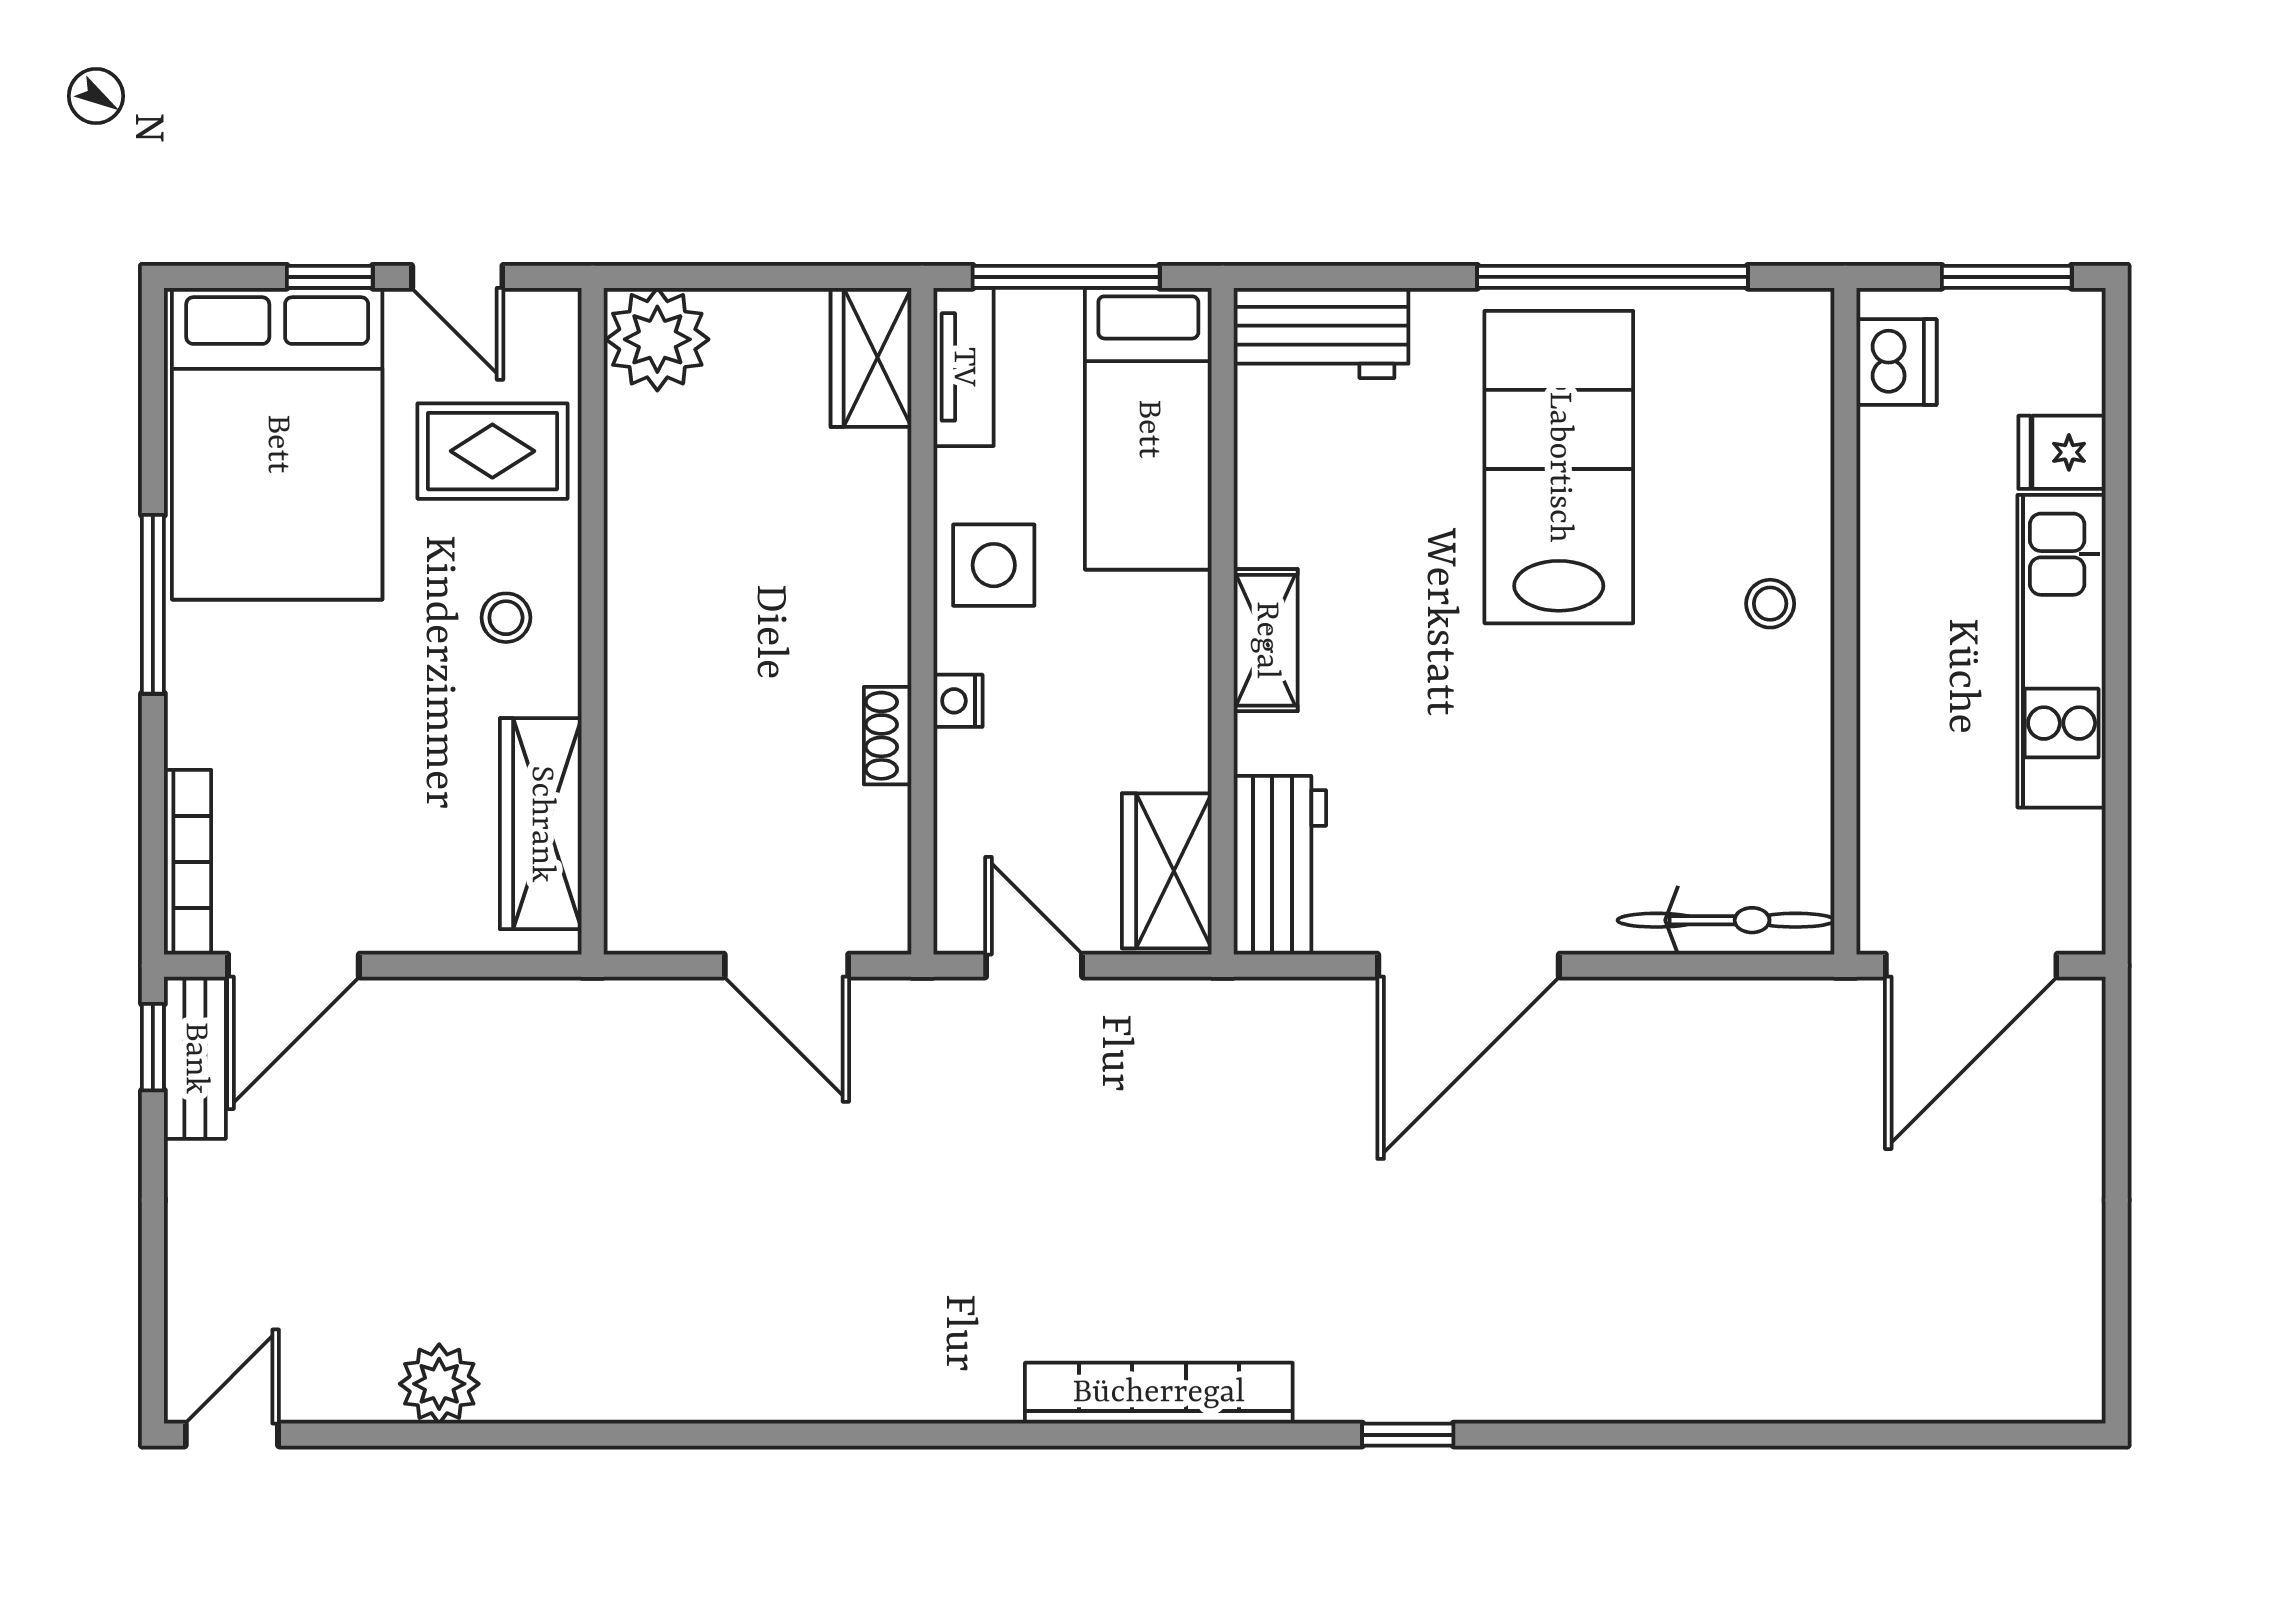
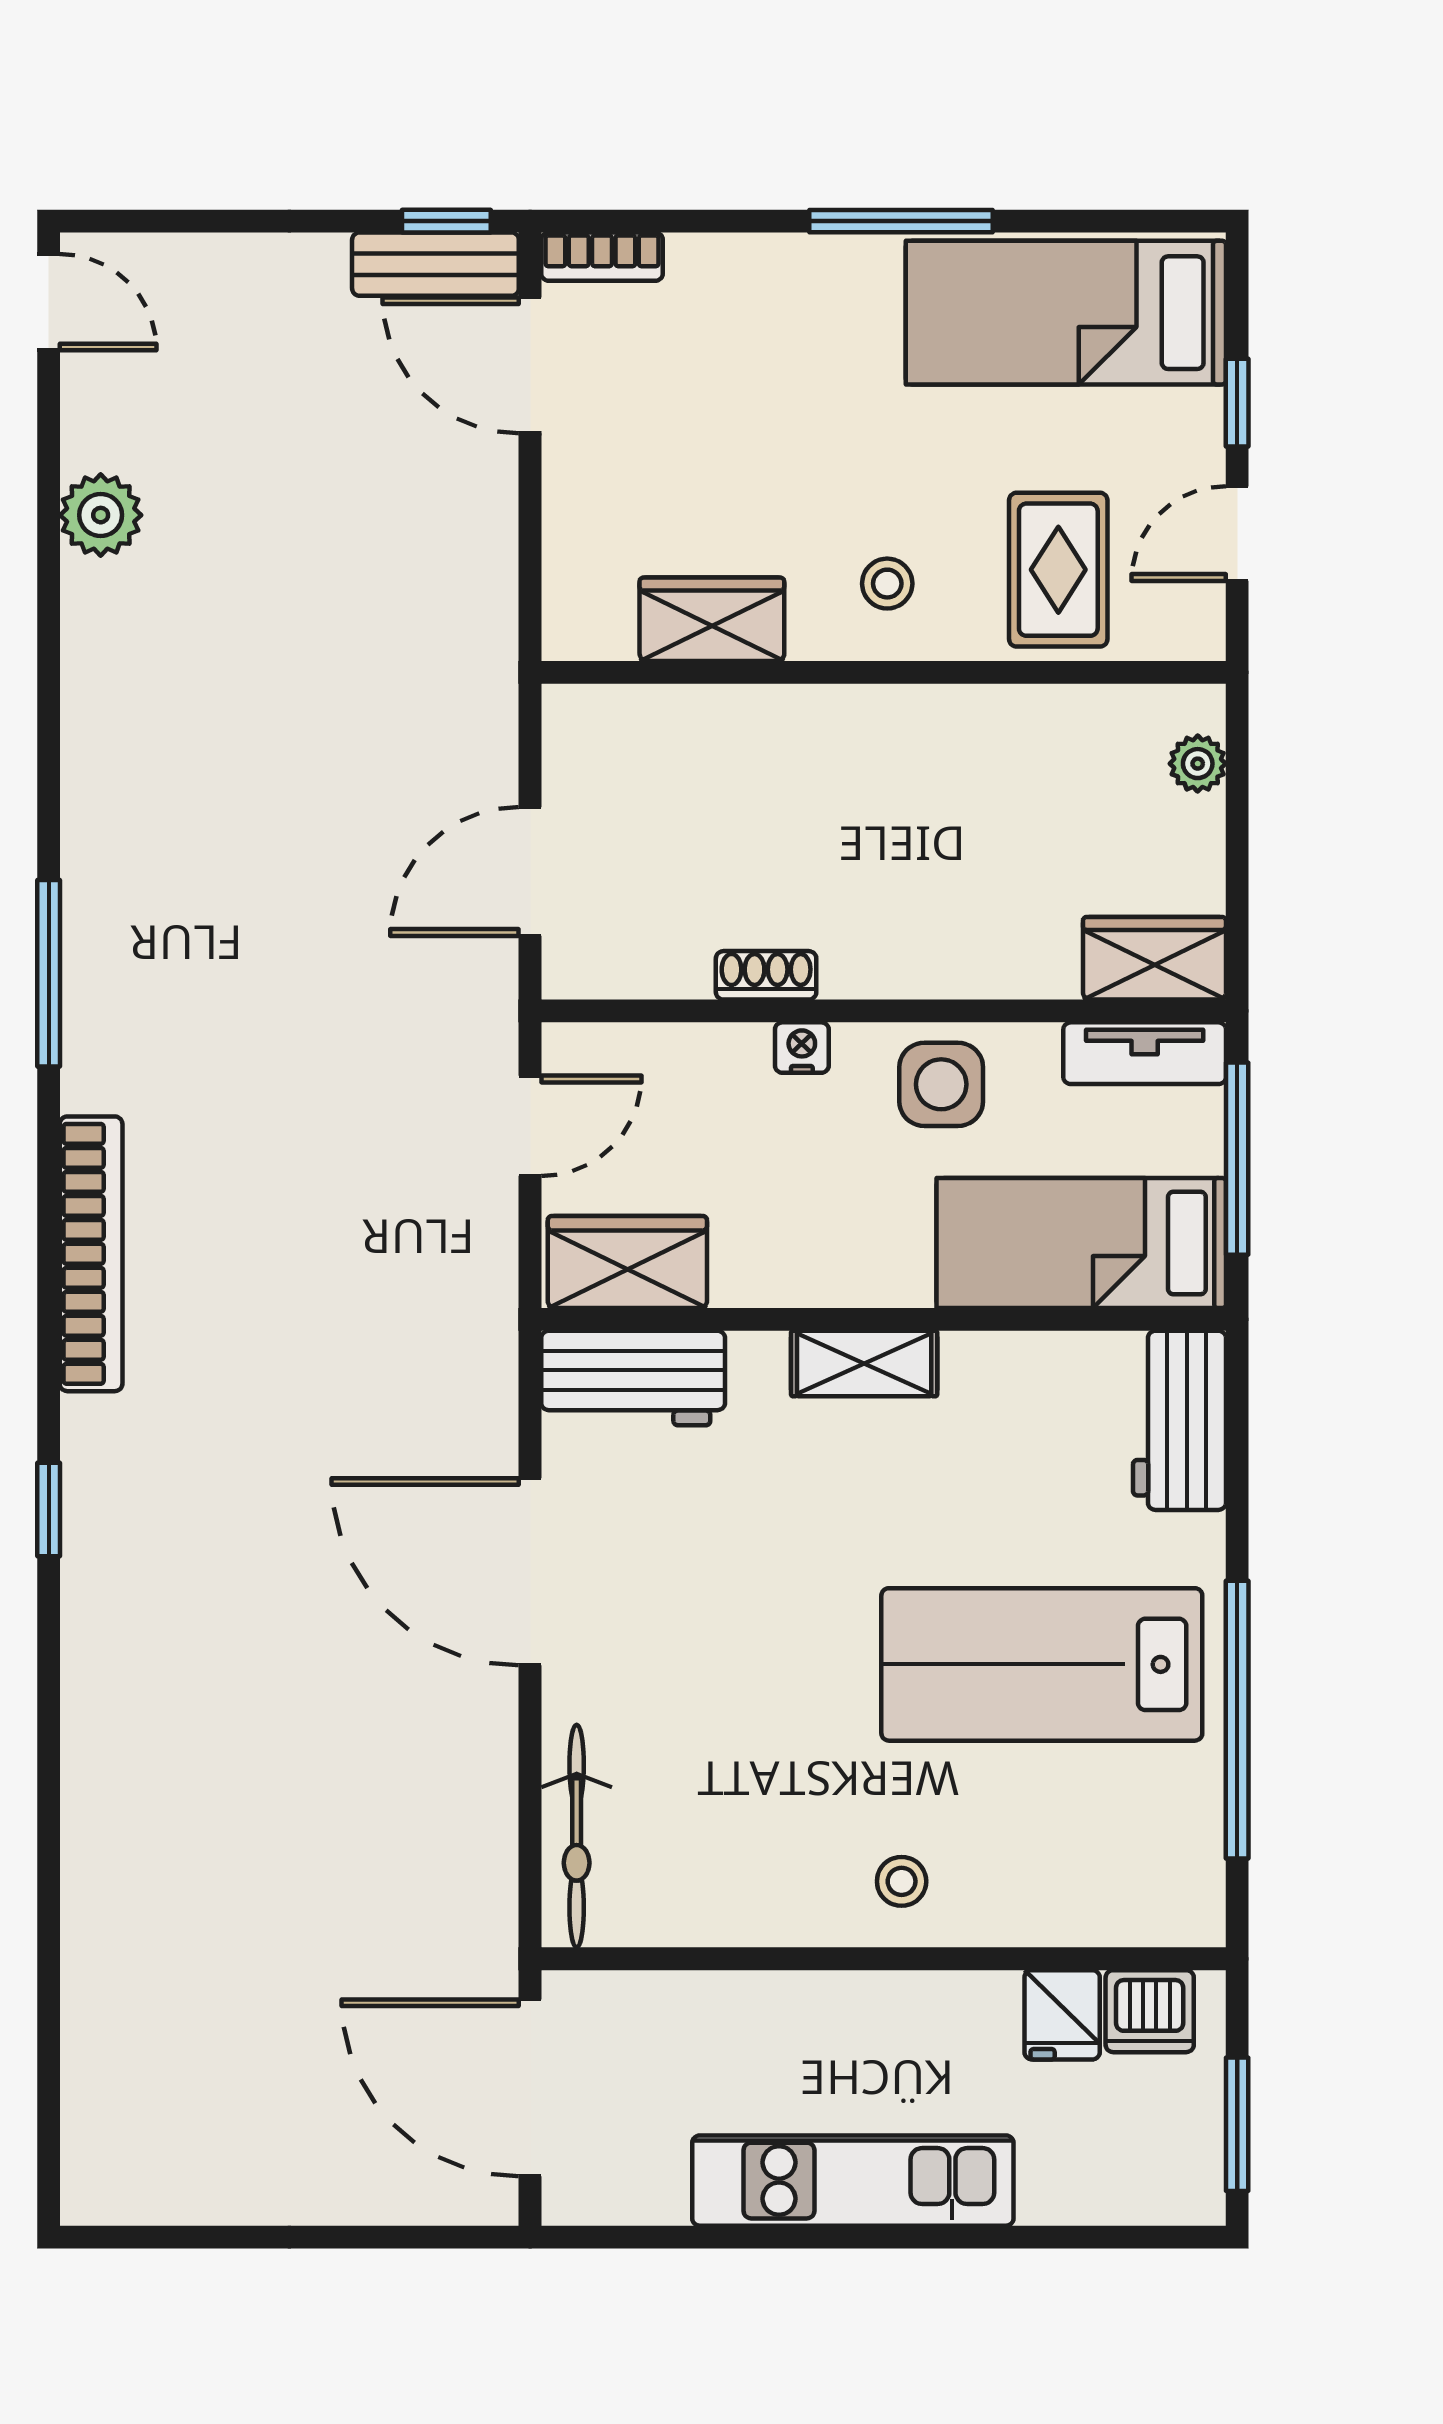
plant: (657, 339) -> (1198, 764), width x0.53, depth x0.53
bed: (277, 444) -> (1066, 313), width x0.67
fridge: (2062, 452) -> (1062, 2015), moved, turned 180
lab bench: (1559, 467) -> (1042, 1664), turned 180
wardrobe: (541, 824) -> (712, 619), width x0.67
bookcase: (188, 862) -> (602, 257), width x0.64
window: (886, 1435) -> (49, 973), added

